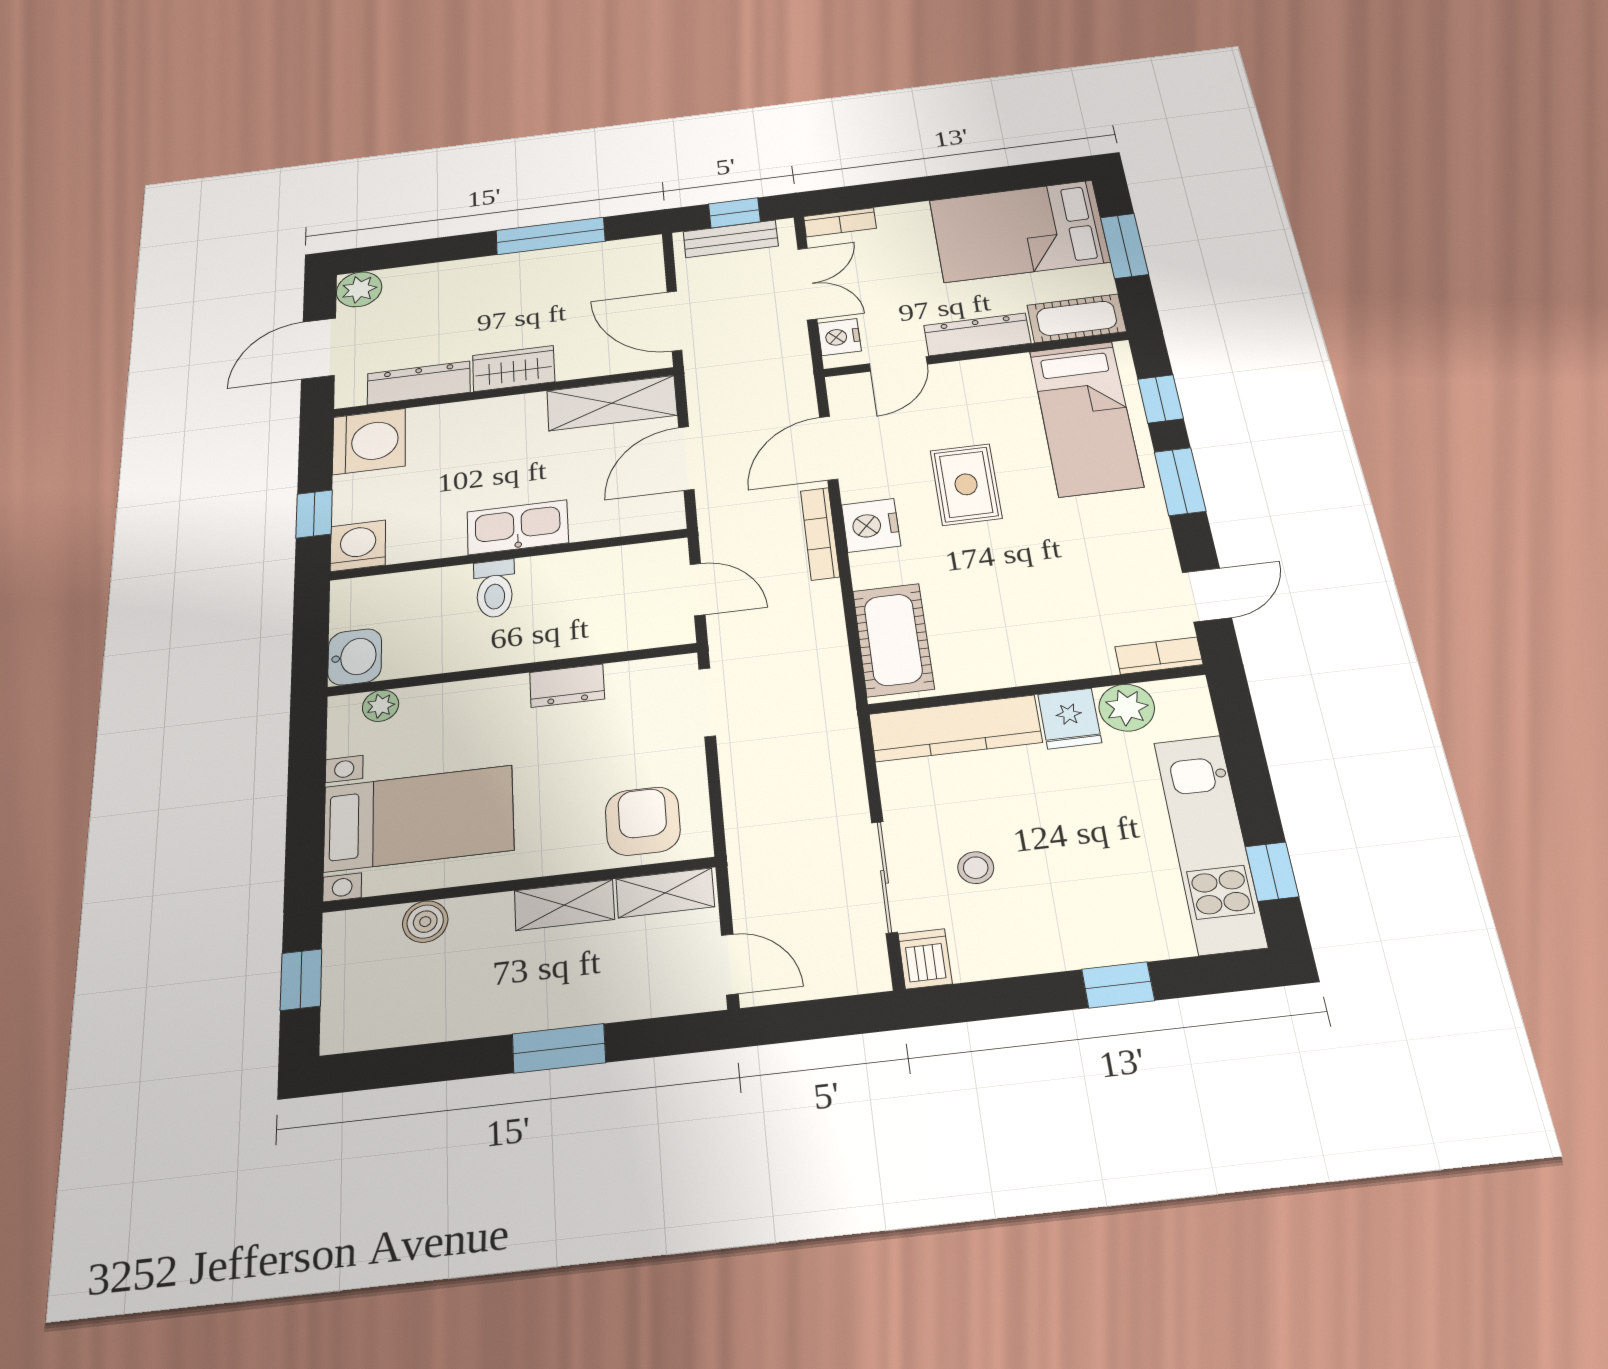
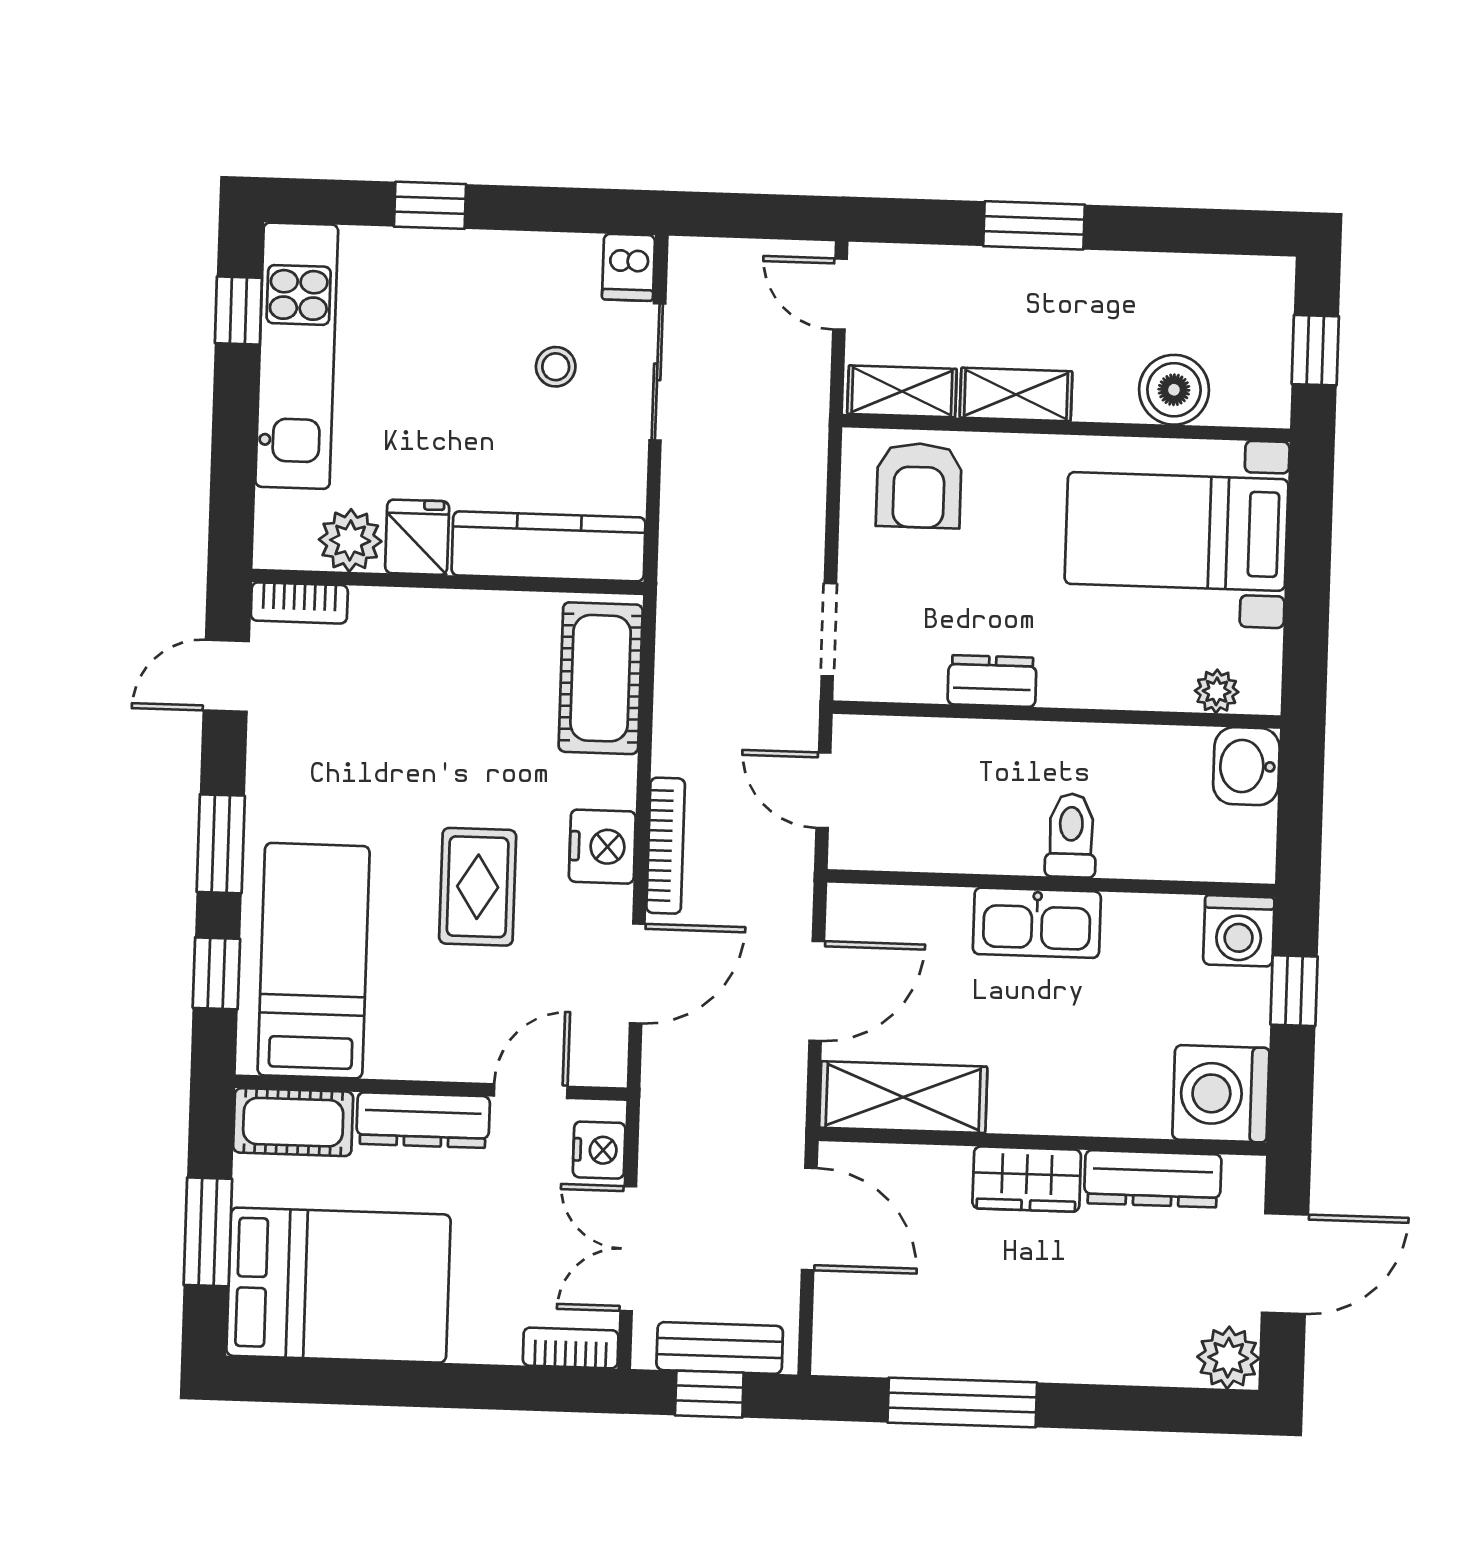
boiler: (425, 922) -> (1174, 390), width x1.36, depth x1.36

